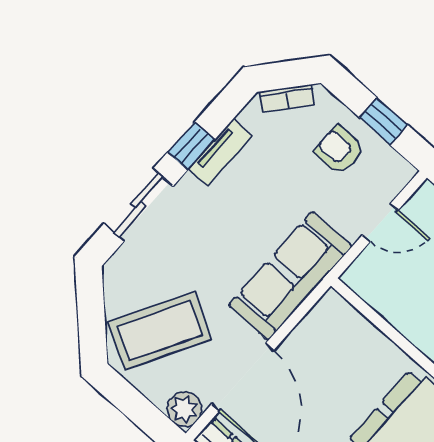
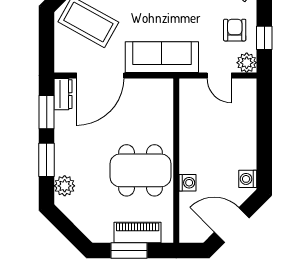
plant: (184, 409) -> (247, 63), moved

